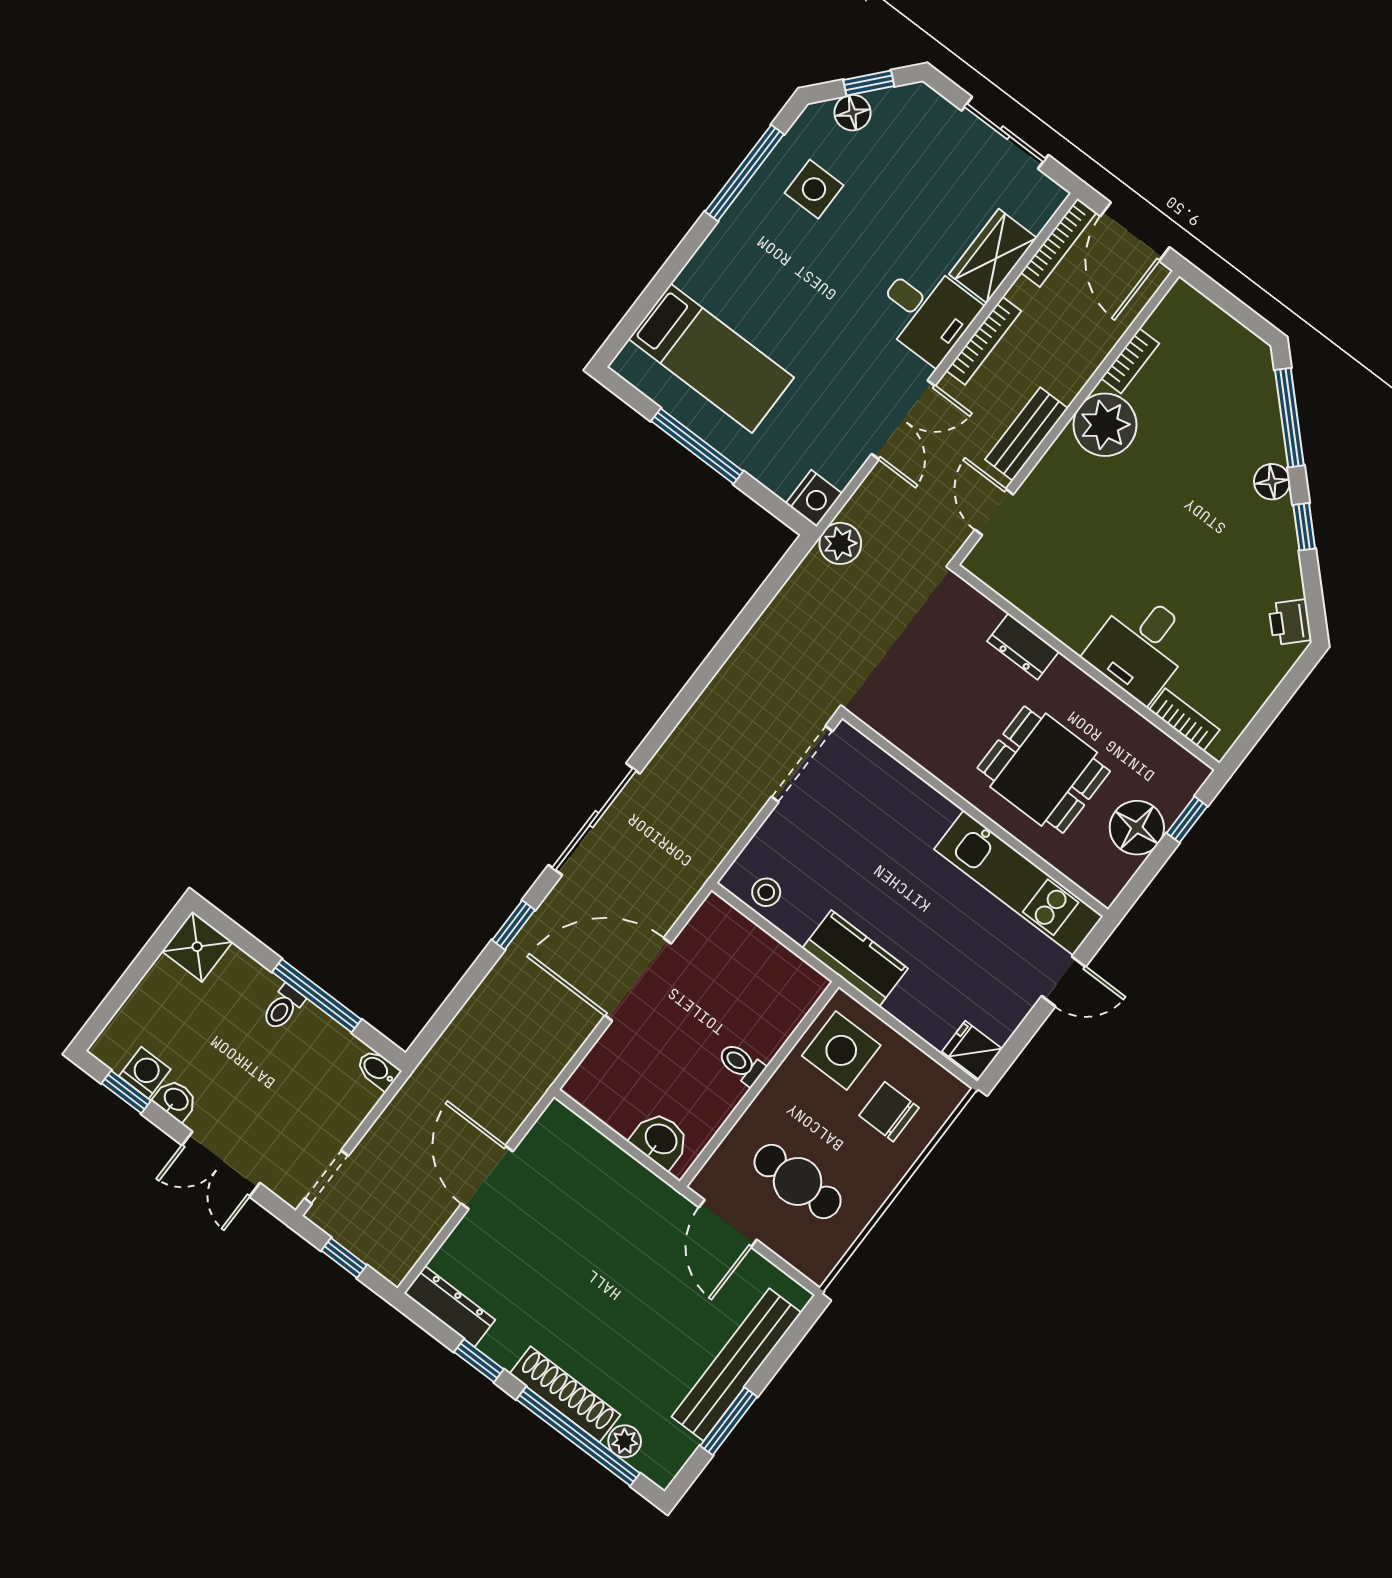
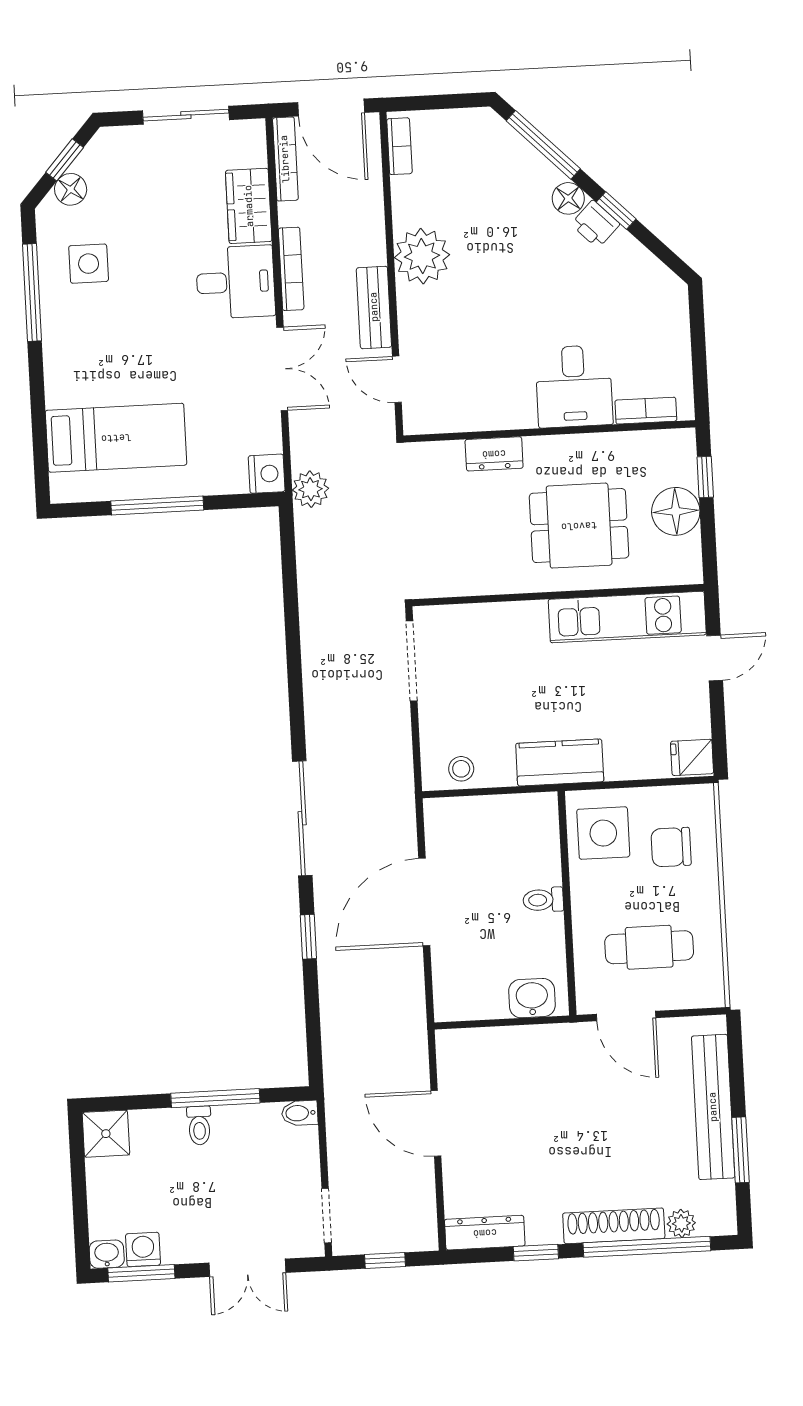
bookcase: (1130, 361) -> (399, 146), moved
printer: (1290, 622) -> (595, 224), moved
window: (126, 1092) -> (141, 1273), width x1.50
washbasin: (176, 1100) -> (107, 1254), moved

